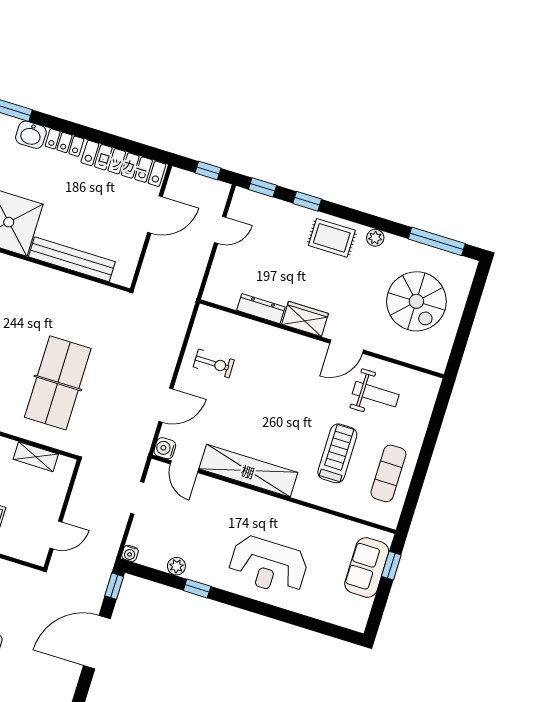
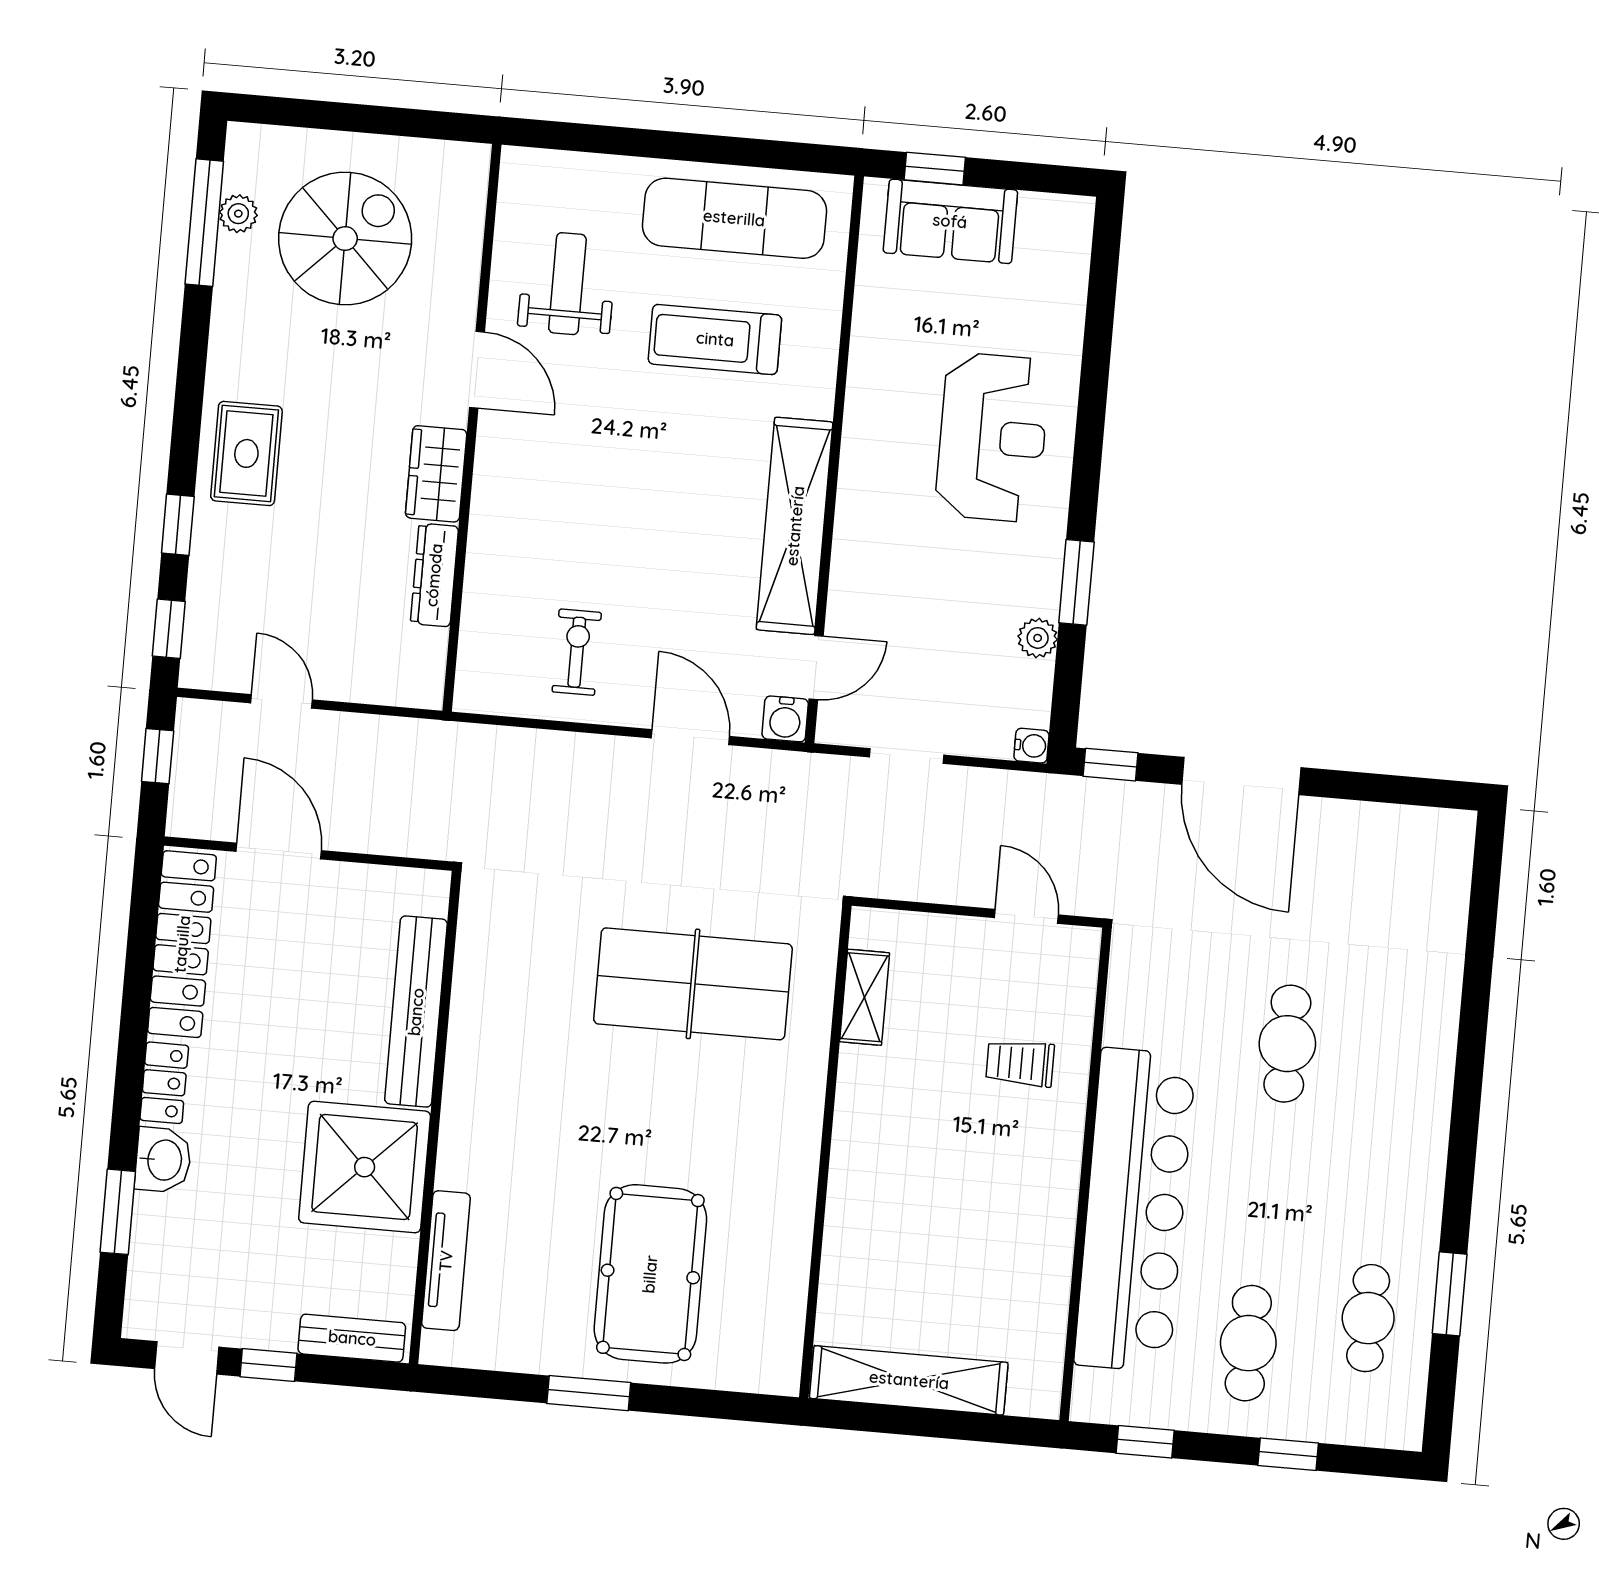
plant: (375, 238) -> (238, 214), moved
exercise mat: (388, 473) -> (734, 218), width x1.36, depth x1.45
window: (197, 588) -> (1076, 582), width x1.50

